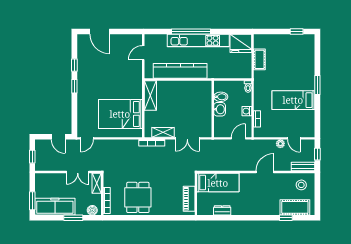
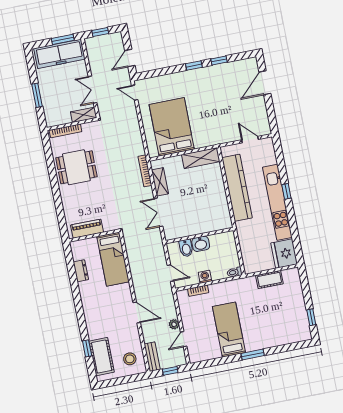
window: (191, 32) -> (286, 191), width x0.32
bidet: (221, 97) -> (186, 248), moved
window: (32, 201) -> (63, 39), moved
freezer: (55, 207) -> (59, 54), moved, turned 90
boiler: (92, 210) -> (50, 116), removed

